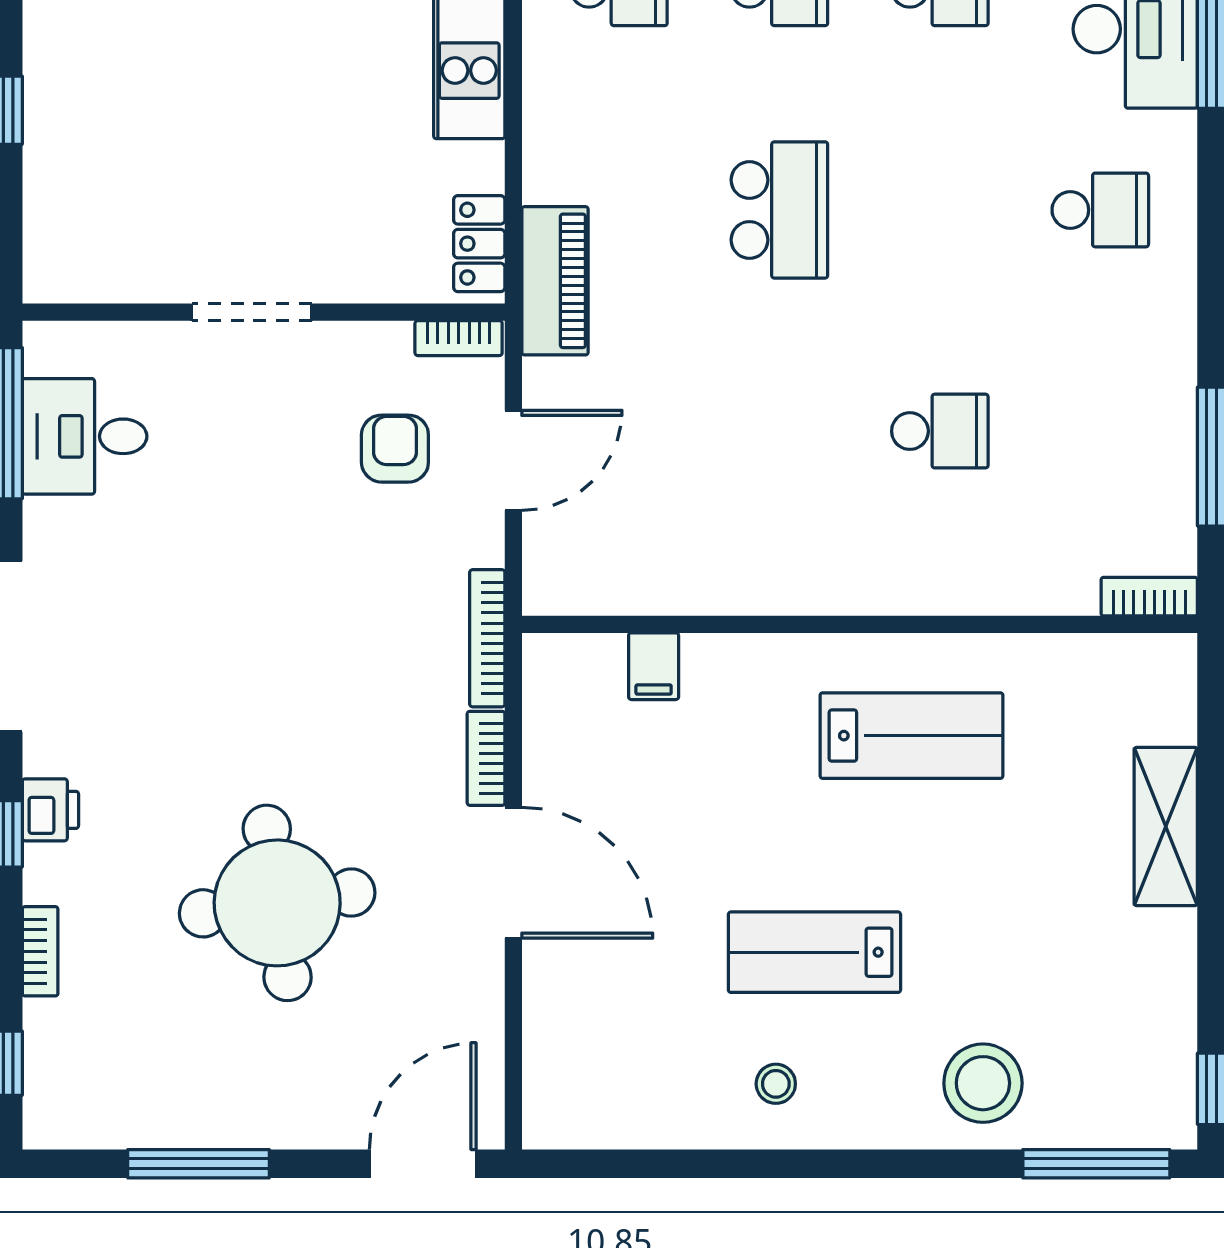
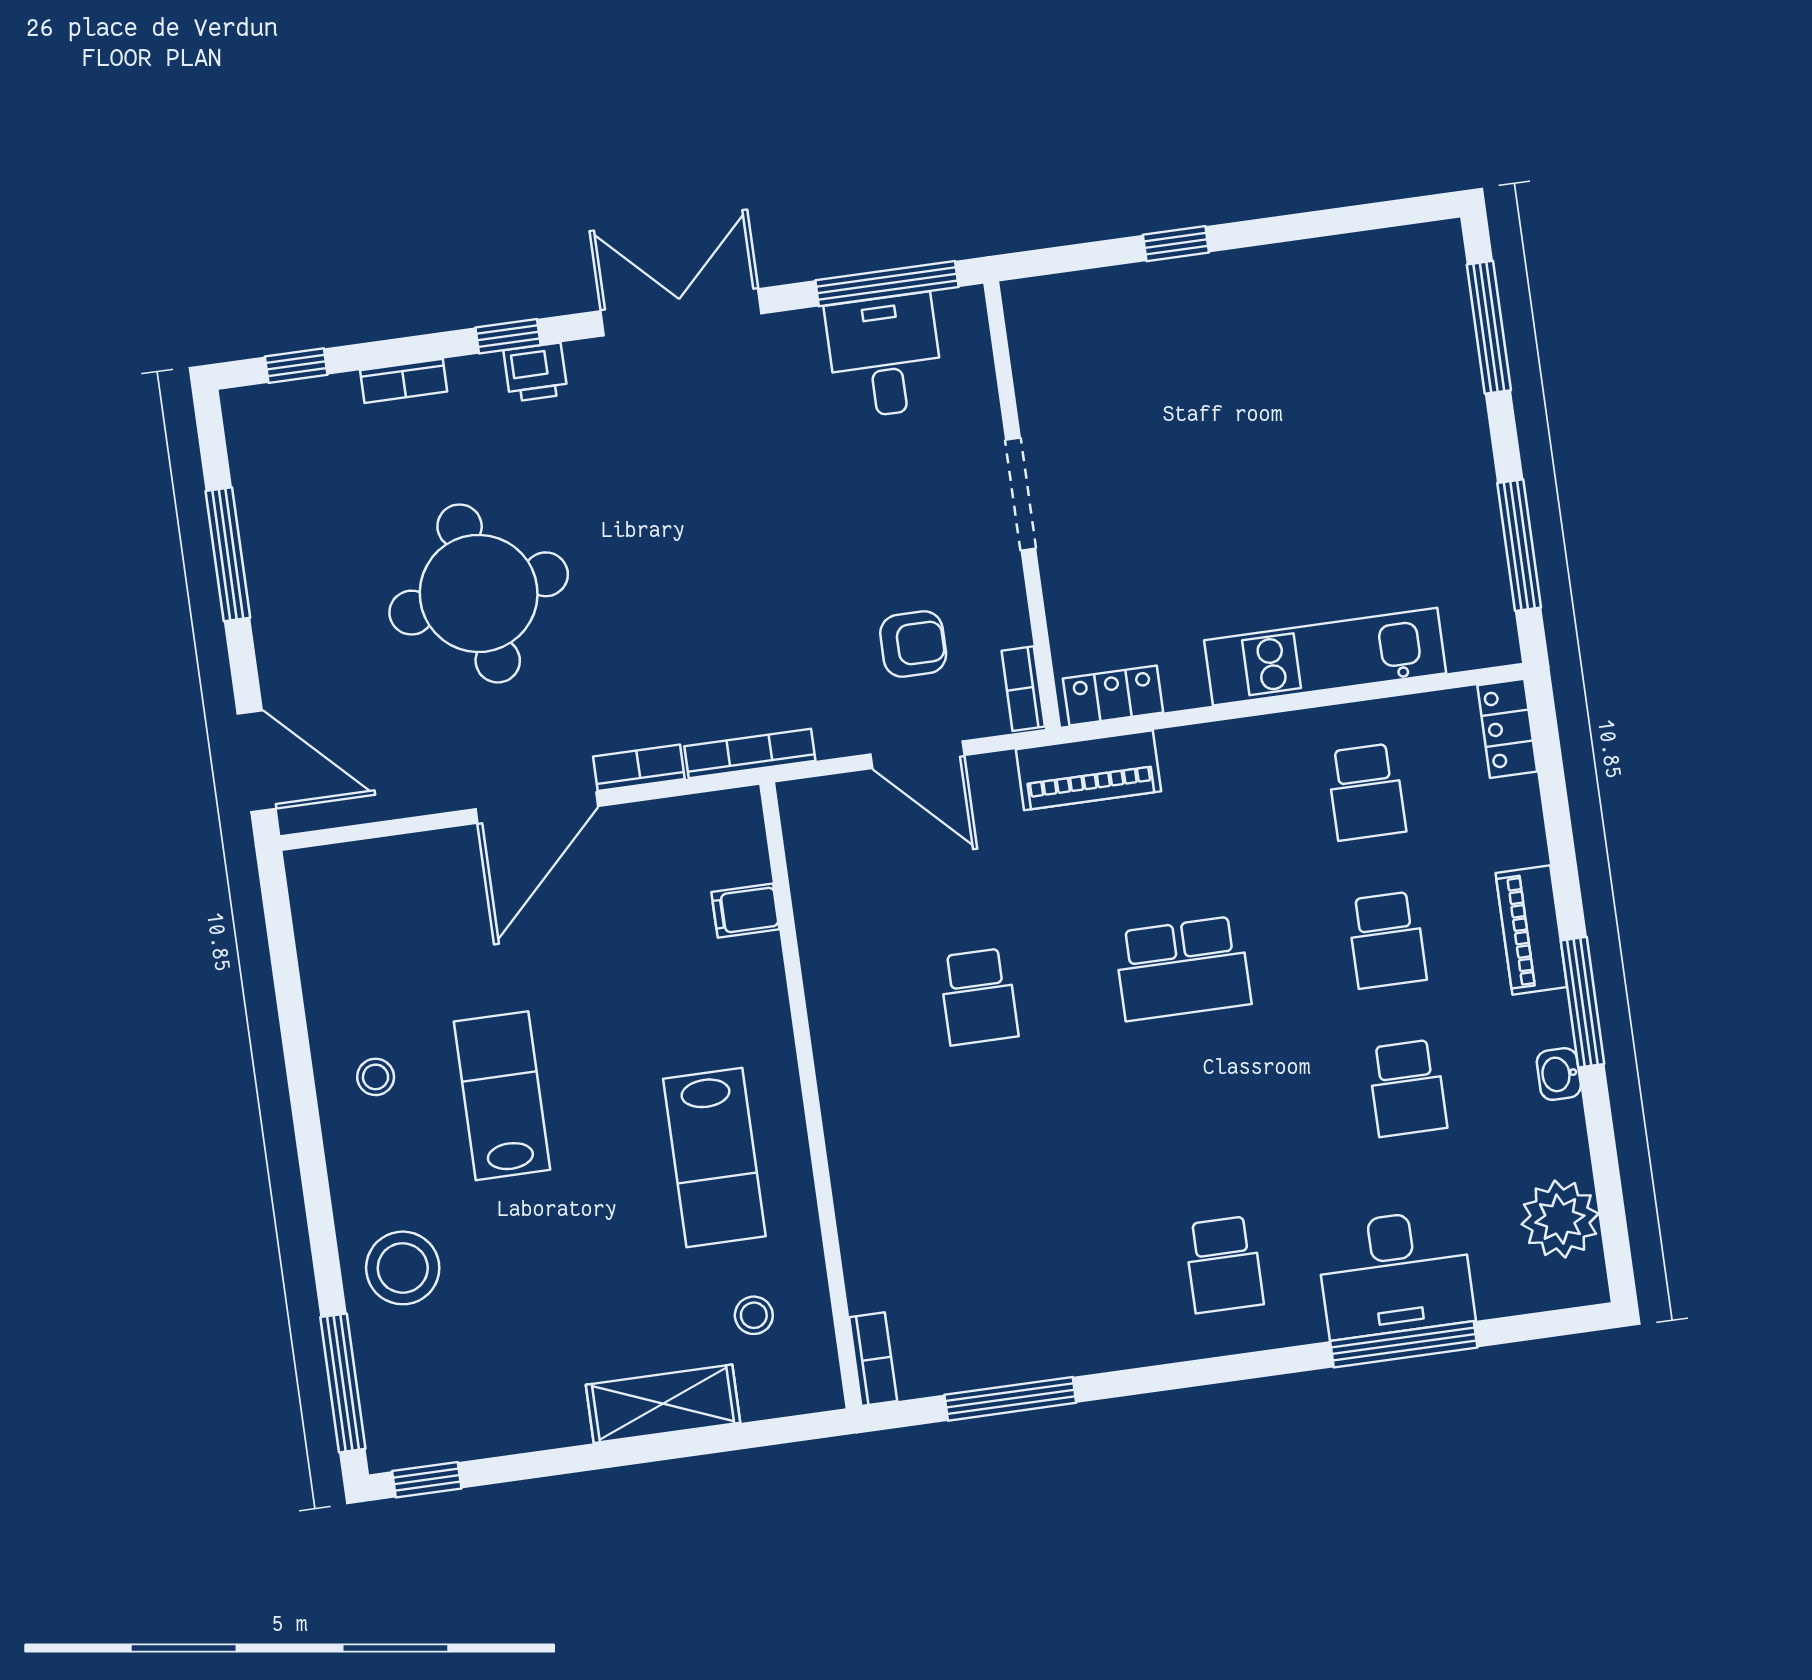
school desk: (940, 431) -> (978, 997), moved
stool: (1085, 717) -> (754, 1315), added

